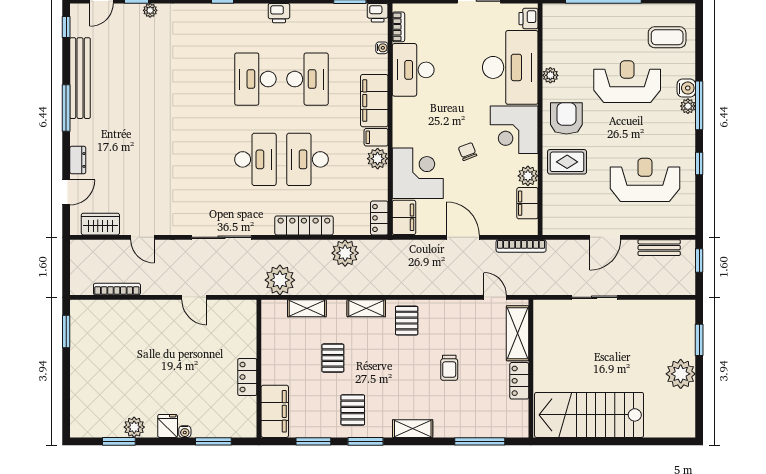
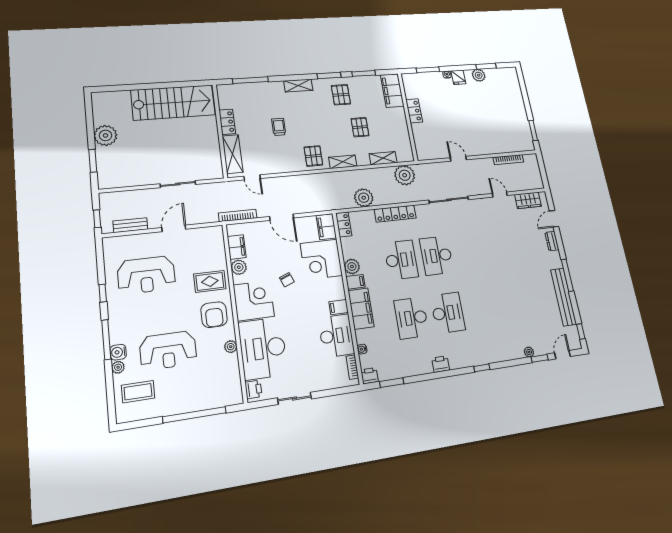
plant: (688, 106) -> (118, 367), moved
filing cabinet: (404, 107) -> (339, 307), added

